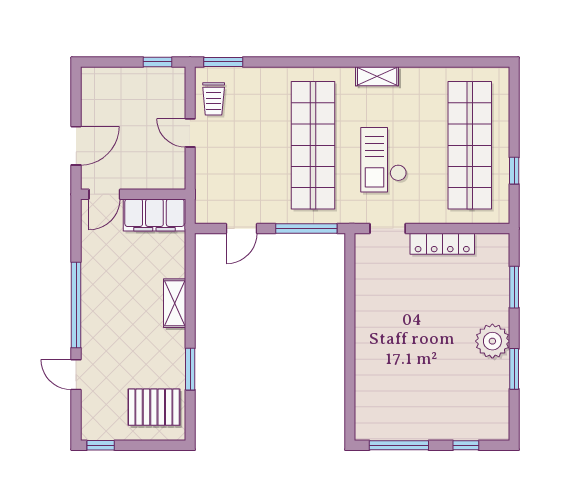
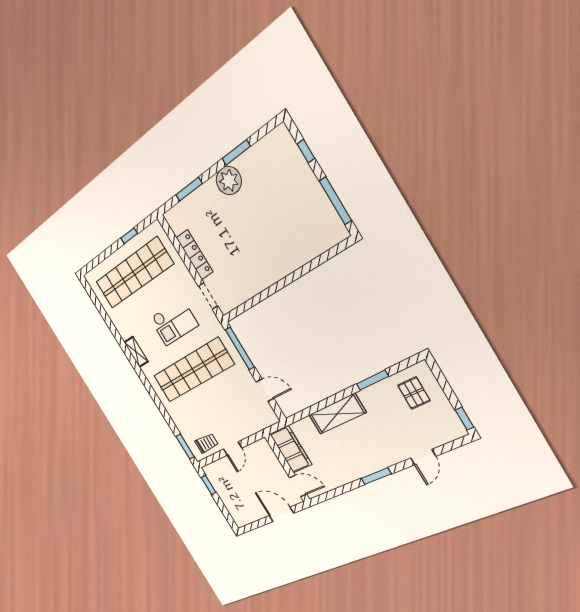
shelving: (175, 303) -> (337, 414), width x1.50, depth x1.33
window: (76, 305) -> (376, 476), width x0.47
pallet: (154, 407) -> (414, 393), width x0.67, depth x0.71

